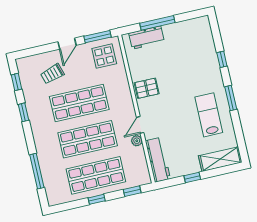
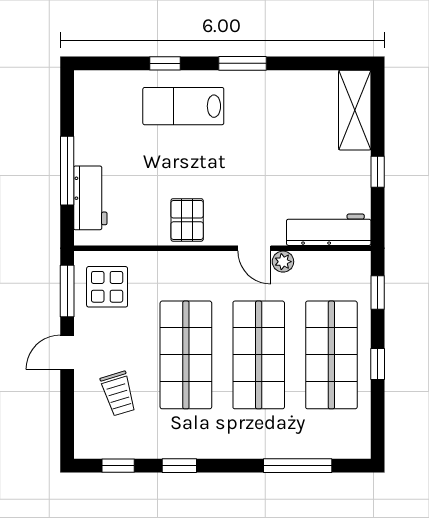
door: (67, 44) -> (67, 352), swing flipped
lab bench: (209, 115) -> (183, 106), moved

